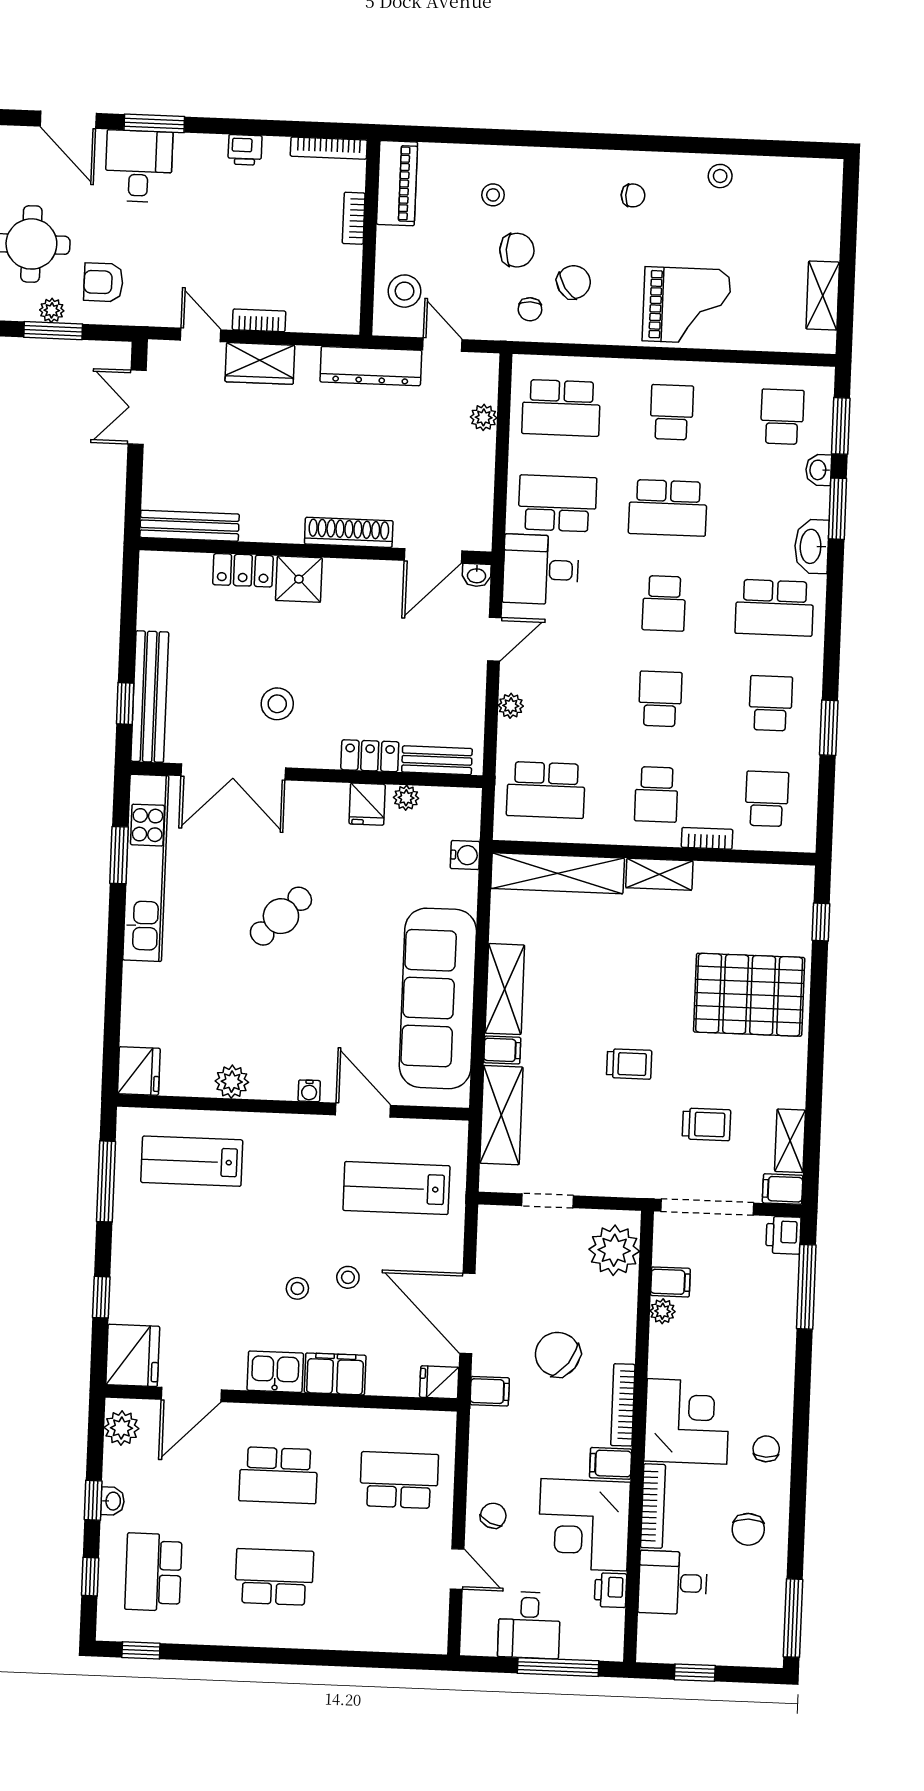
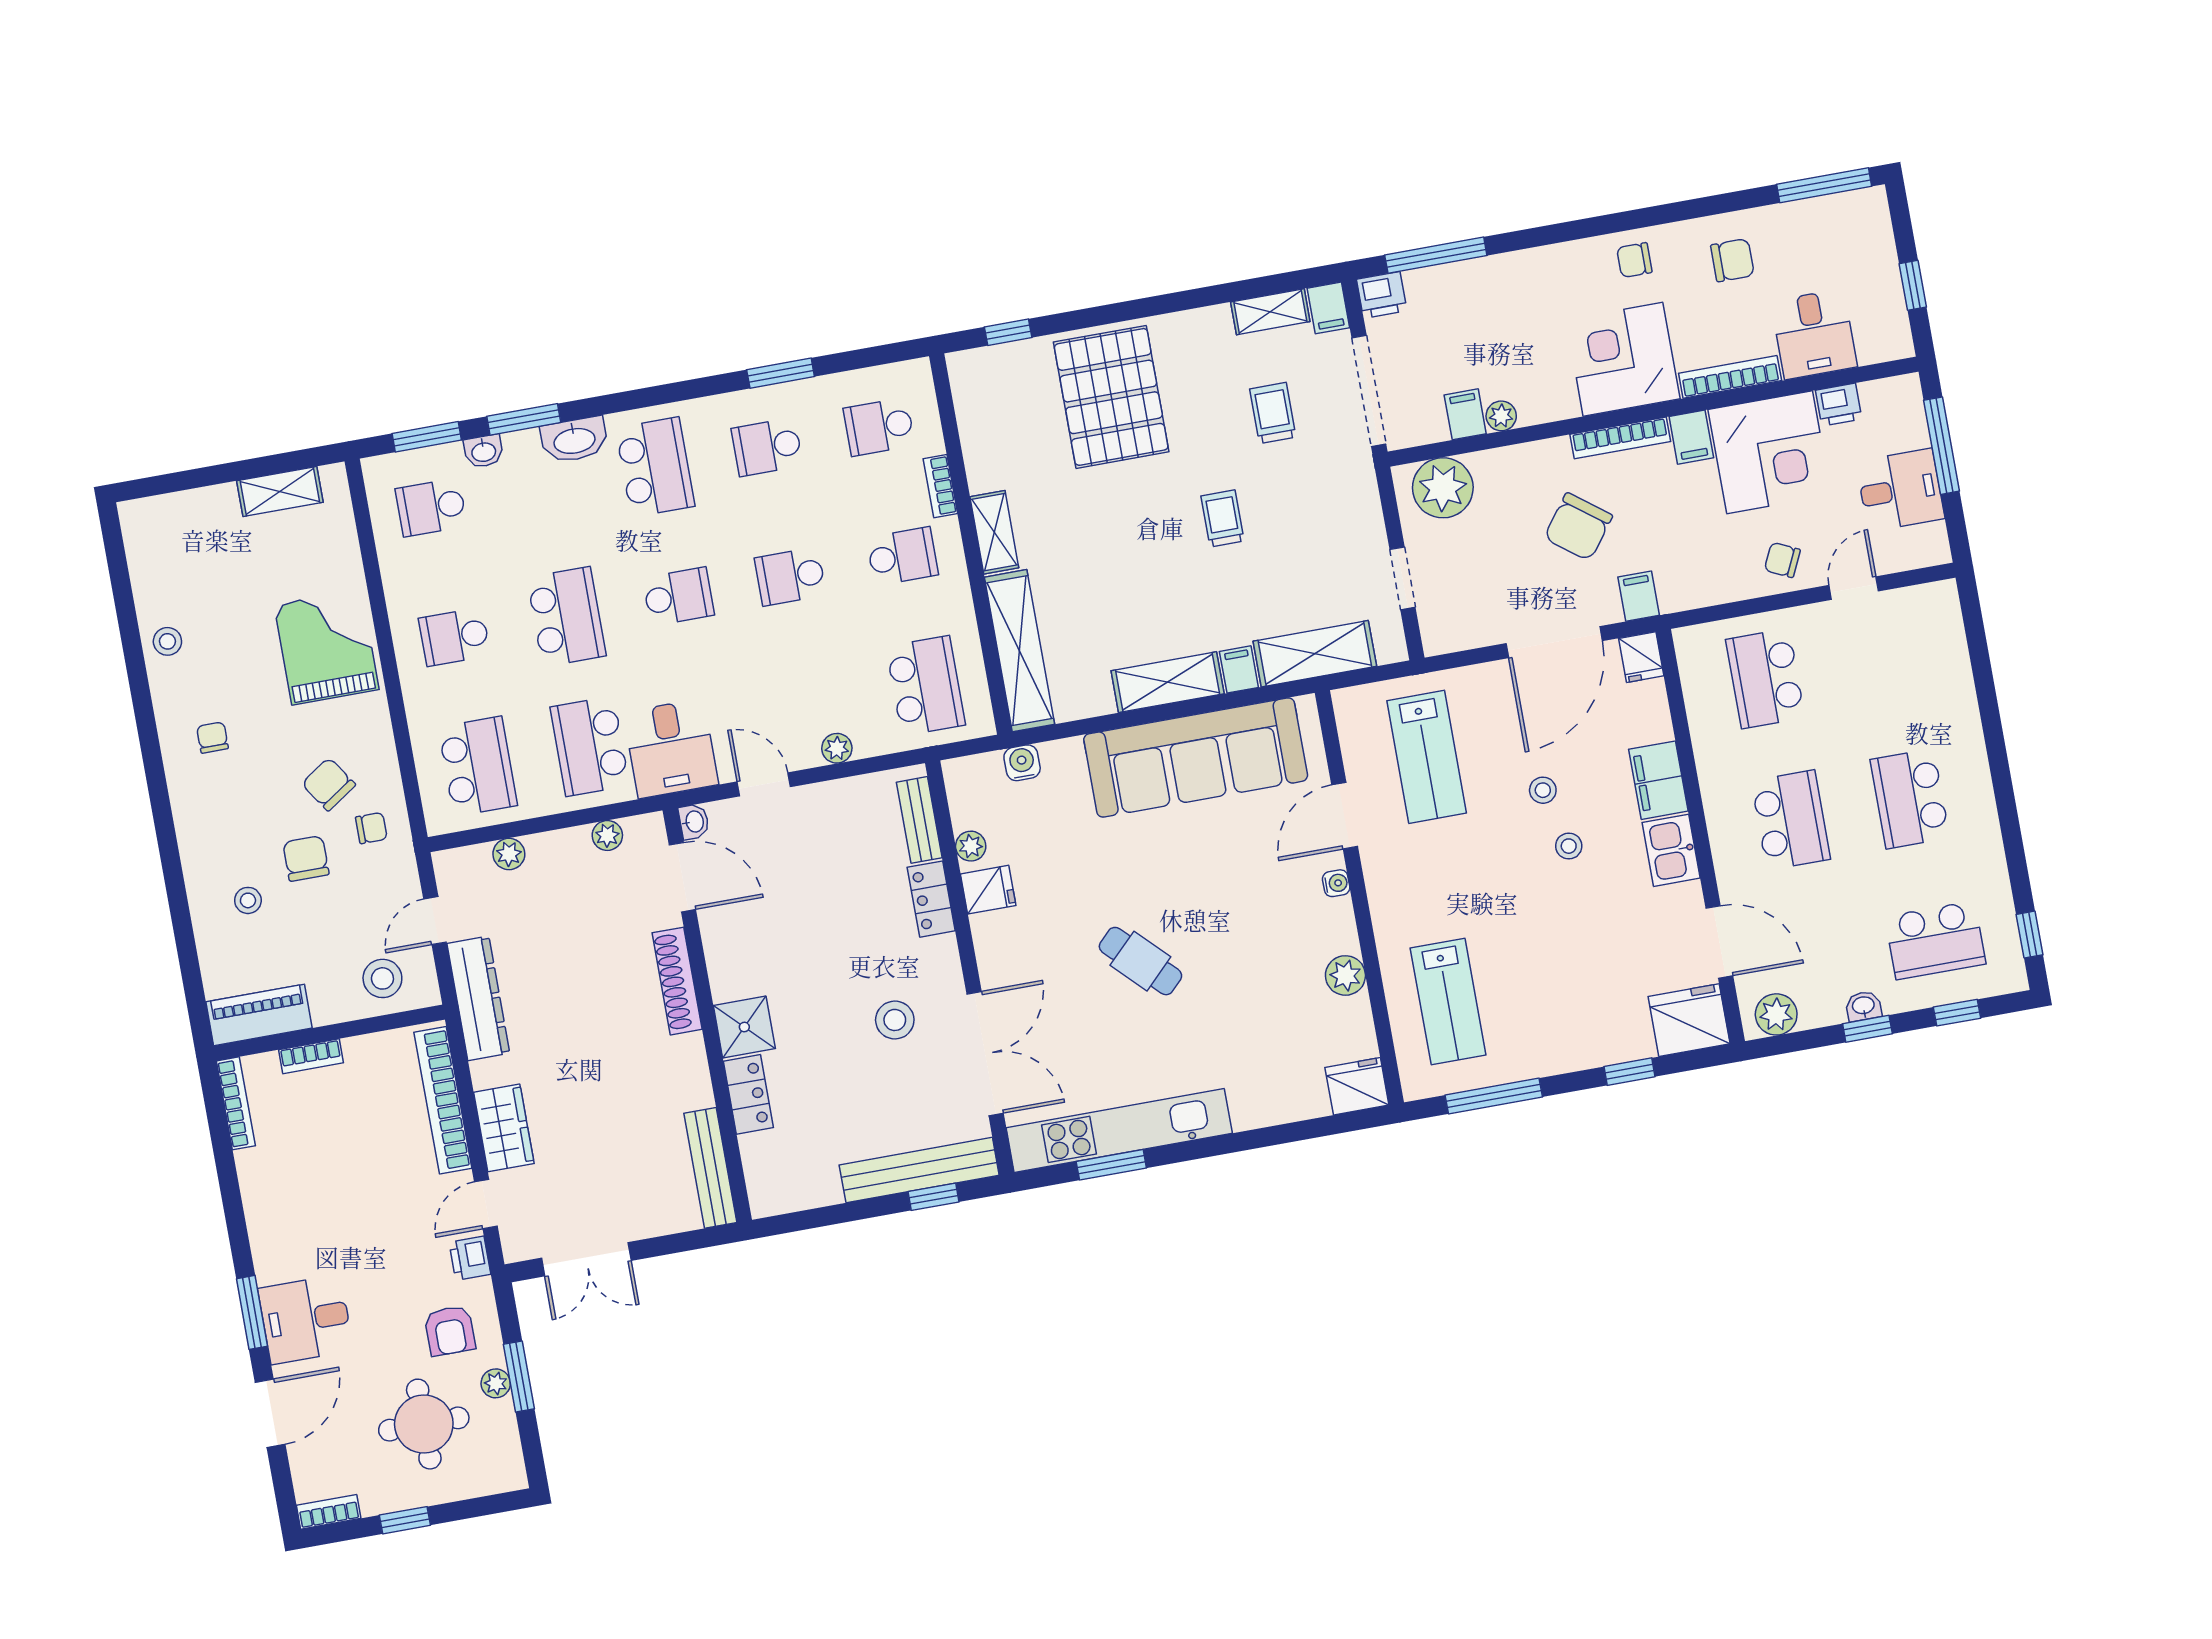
printer: (245, 150) -> (470, 1258), moved, turned 180
bookcase: (259, 320) -> (443, 1100), width x2.31, depth x1.31
plant: (481, 502) -> (607, 835), added

